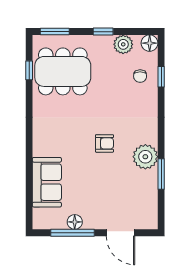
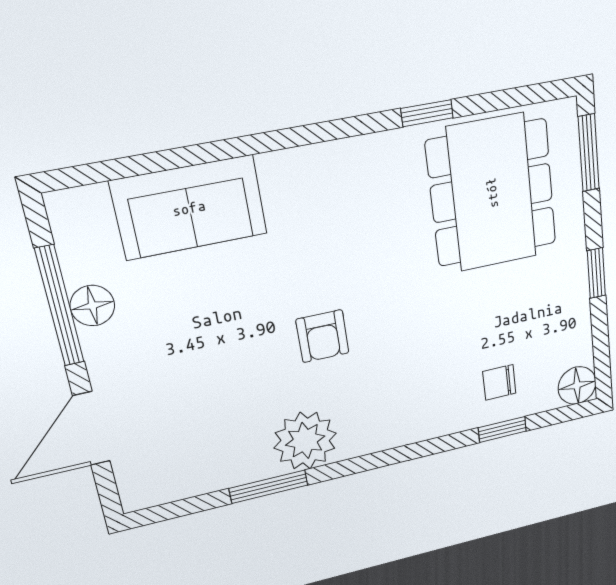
plant: (123, 44) -> (570, 327), removed
window: (29, 70) -> (427, 113), moved

